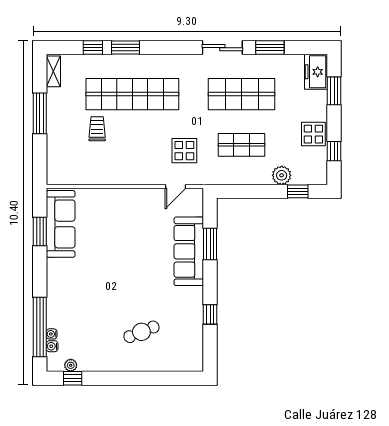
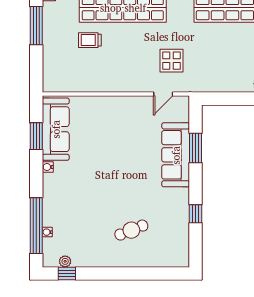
trolley: (97, 129) -> (90, 40), turned -90
shop shelf: (242, 145) -> (225, 55), removed
water cooler: (52, 346) -> (48, 167), moved

